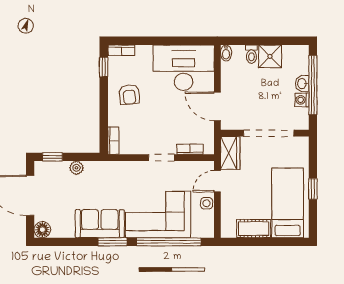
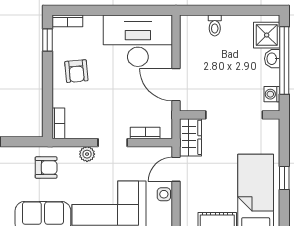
bidet: (226, 53) -> (186, 24), removed
shower: (270, 56) -> (267, 35), moved
washing machine: (302, 100) -> (272, 94), moved
plant: (76, 168) -> (87, 154), moved
armchair: (102, 180) -> (46, 168), added

